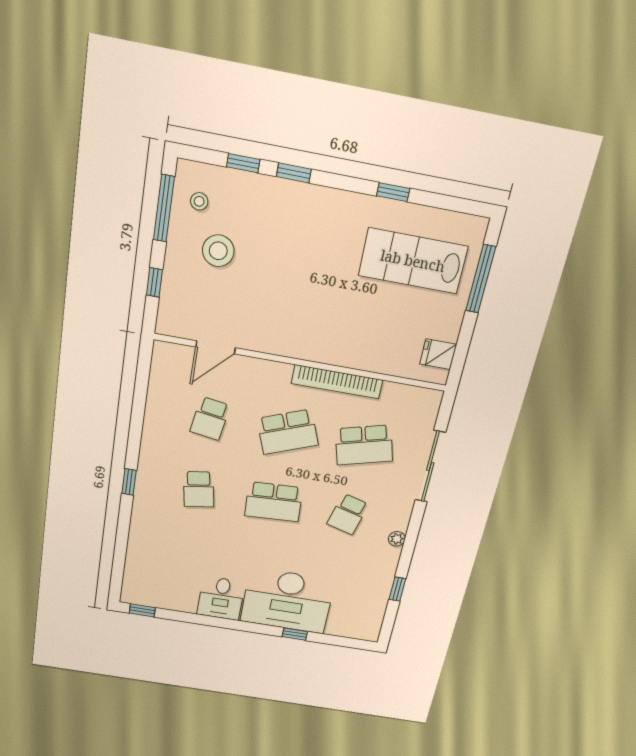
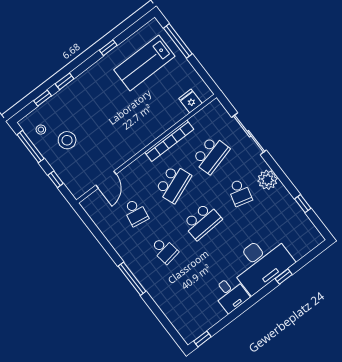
fridge: (438, 354) -> (190, 101), moved, turned 90
window: (129, 482) -> (132, 279), width x2.17
plant: (397, 539) -> (267, 180), width x1.88, depth x1.88

